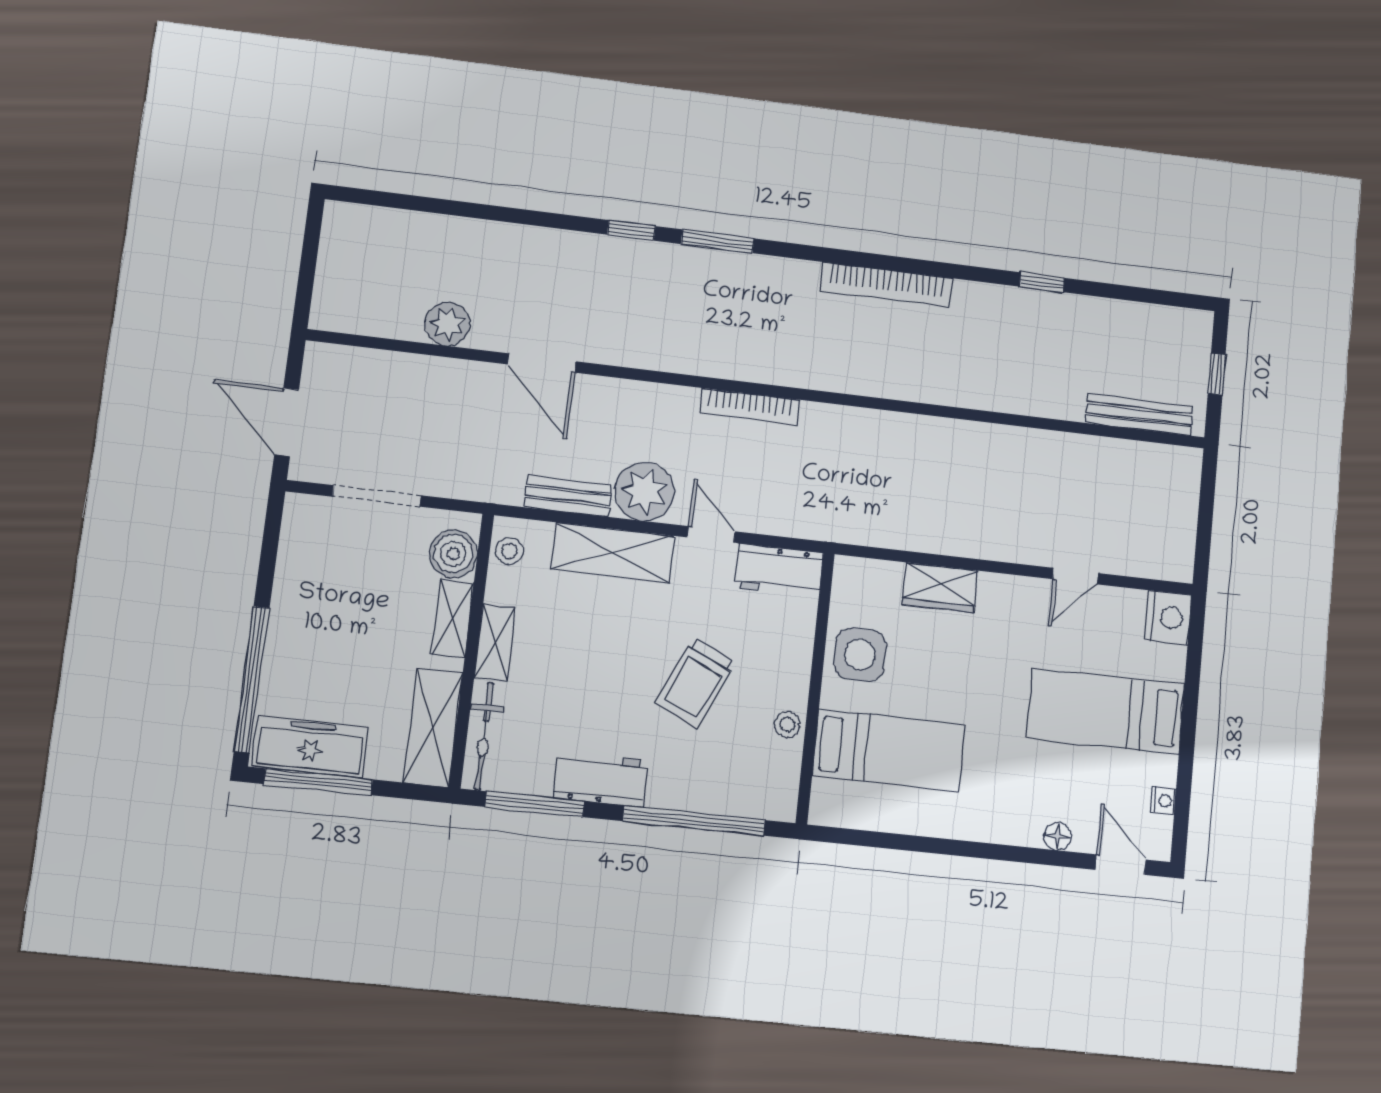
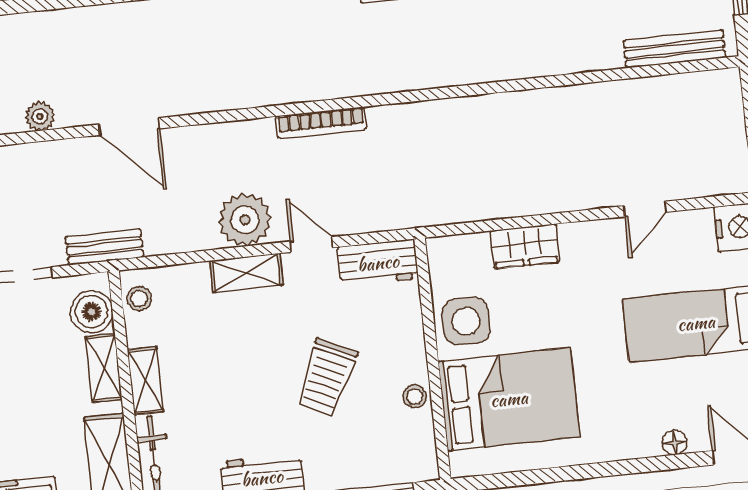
plant: (447, 324) -> (40, 116), width x0.73, depth x0.73
bench: (568, 496) -> (104, 247), moved
shelving: (613, 553) -> (246, 273), width x0.67, depth x0.75
bed: (889, 750) -> (509, 399), width x1.50

